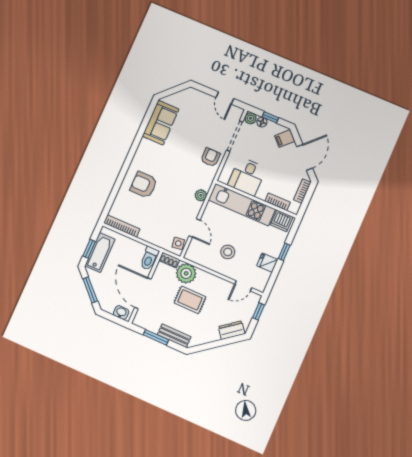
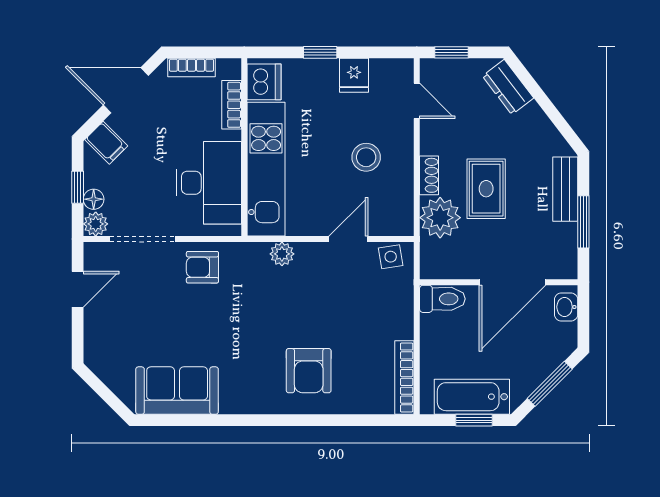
desk: (247, 176) -> (209, 183), width x1.37
shoe rack: (169, 260) -> (429, 175), moved

